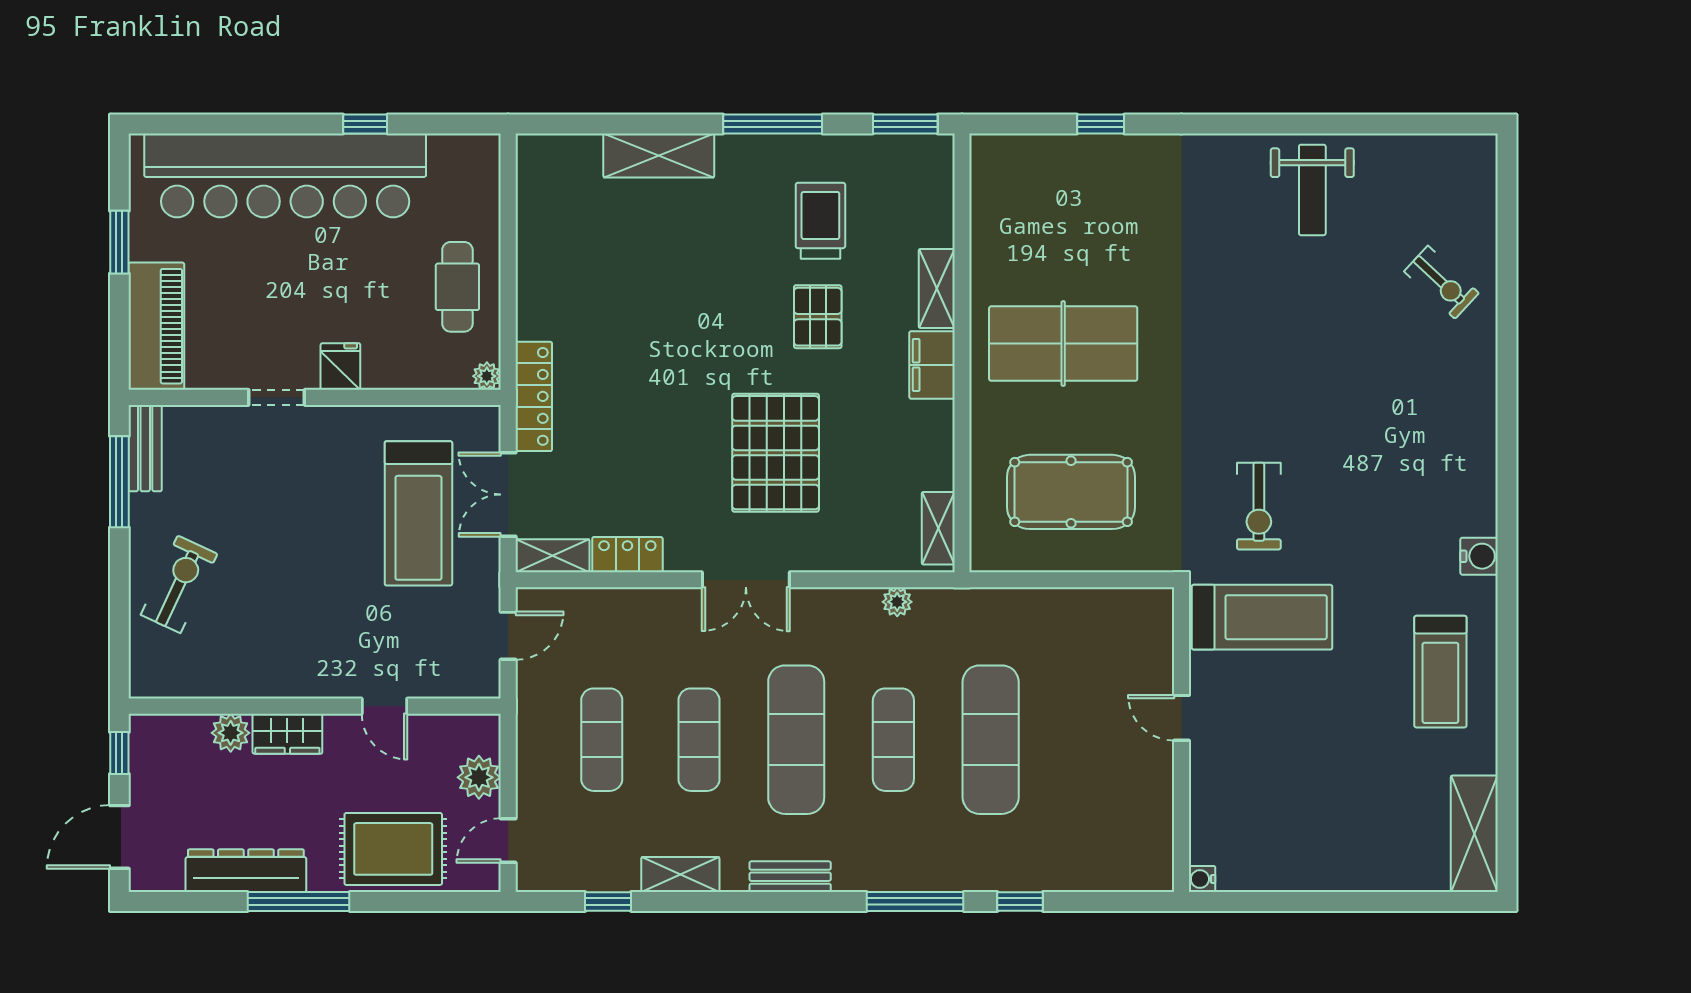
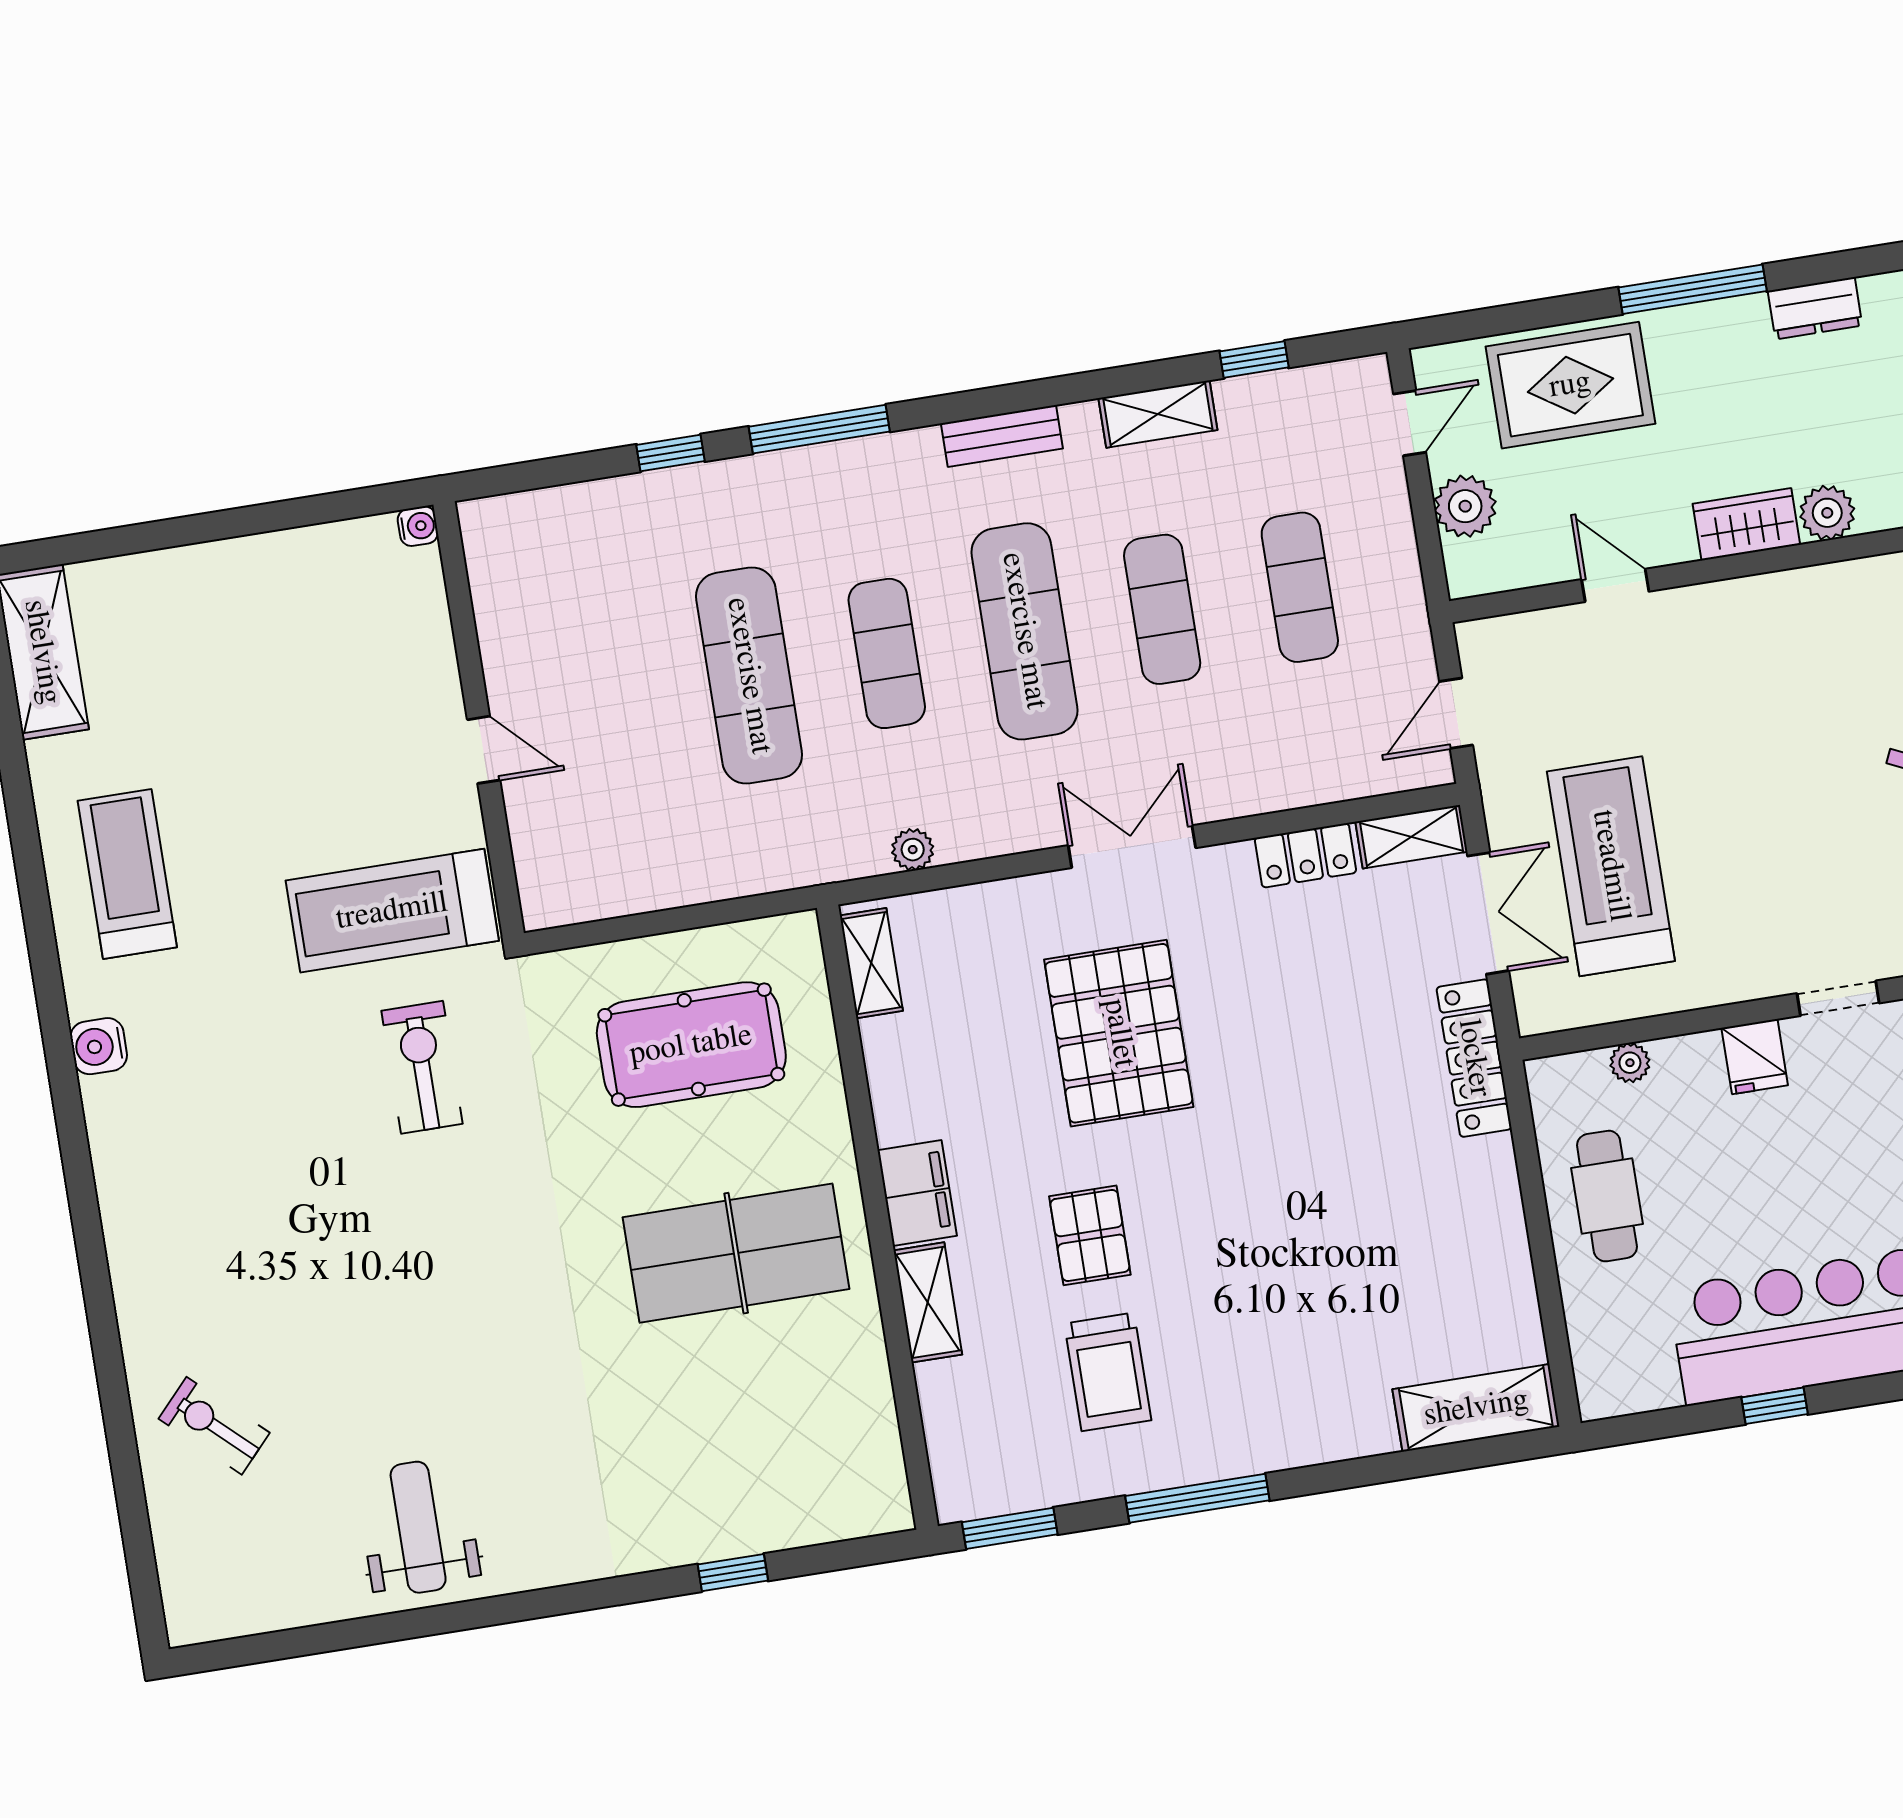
shelving: (659, 155) -> (1476, 1408), moved
plant: (487, 376) -> (1630, 1063), moved
dresser: (246, 871) -> (1815, 308), width x0.51, depth x0.80

